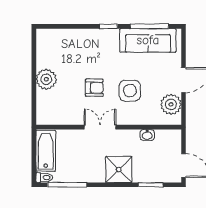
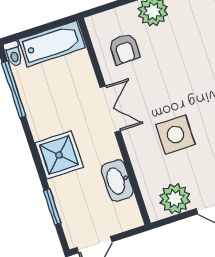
armchair: (94, 88) -> (124, 49), moved
washbasin: (147, 135) -> (117, 180), width x1.91, depth x1.45

